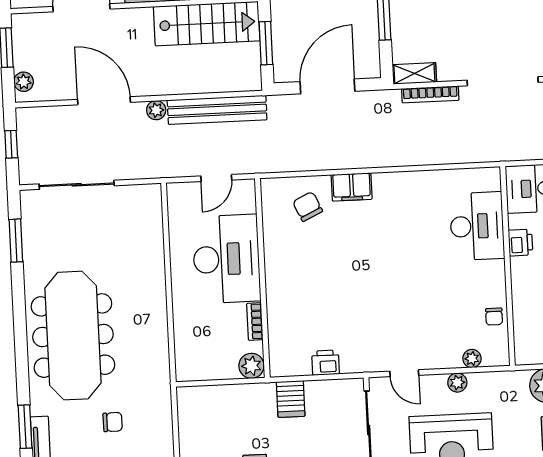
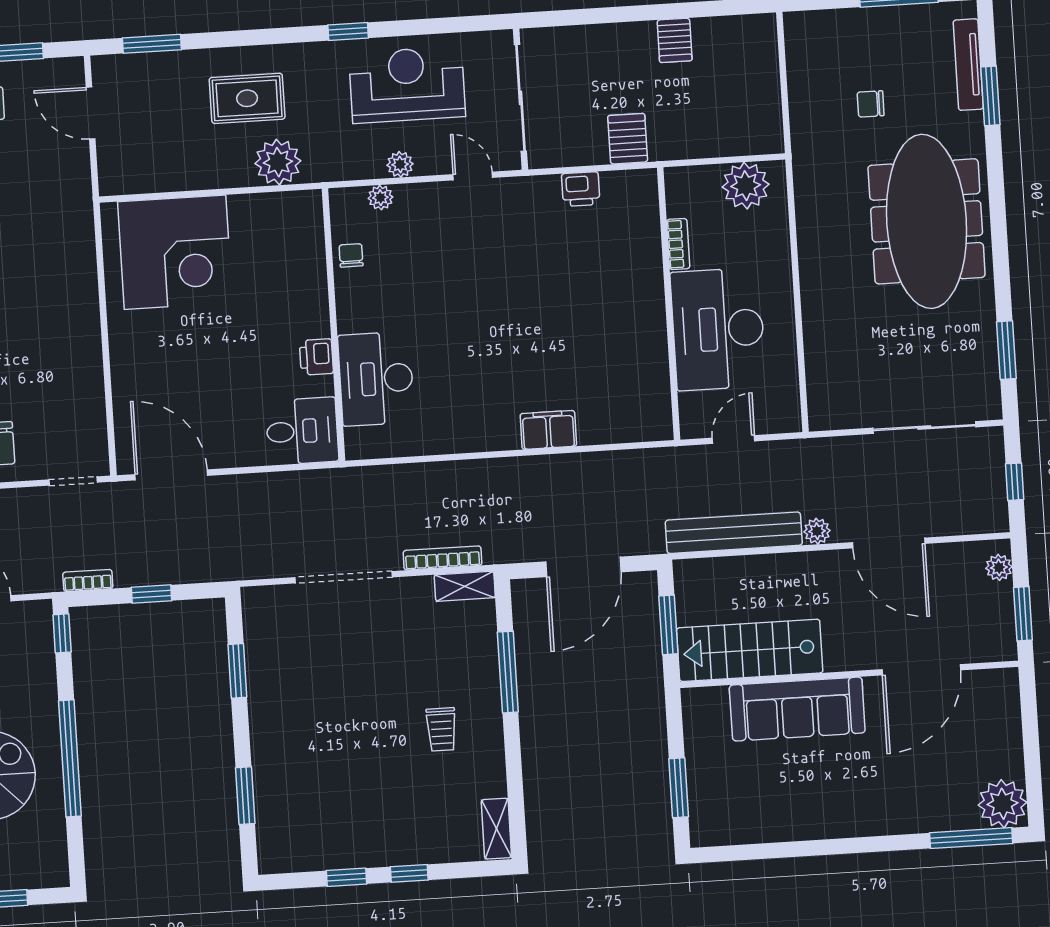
chair: (308, 206) -> (608, 402), removed
plant: (251, 366) -> (746, 186), moved, width x1.36, depth x1.36

